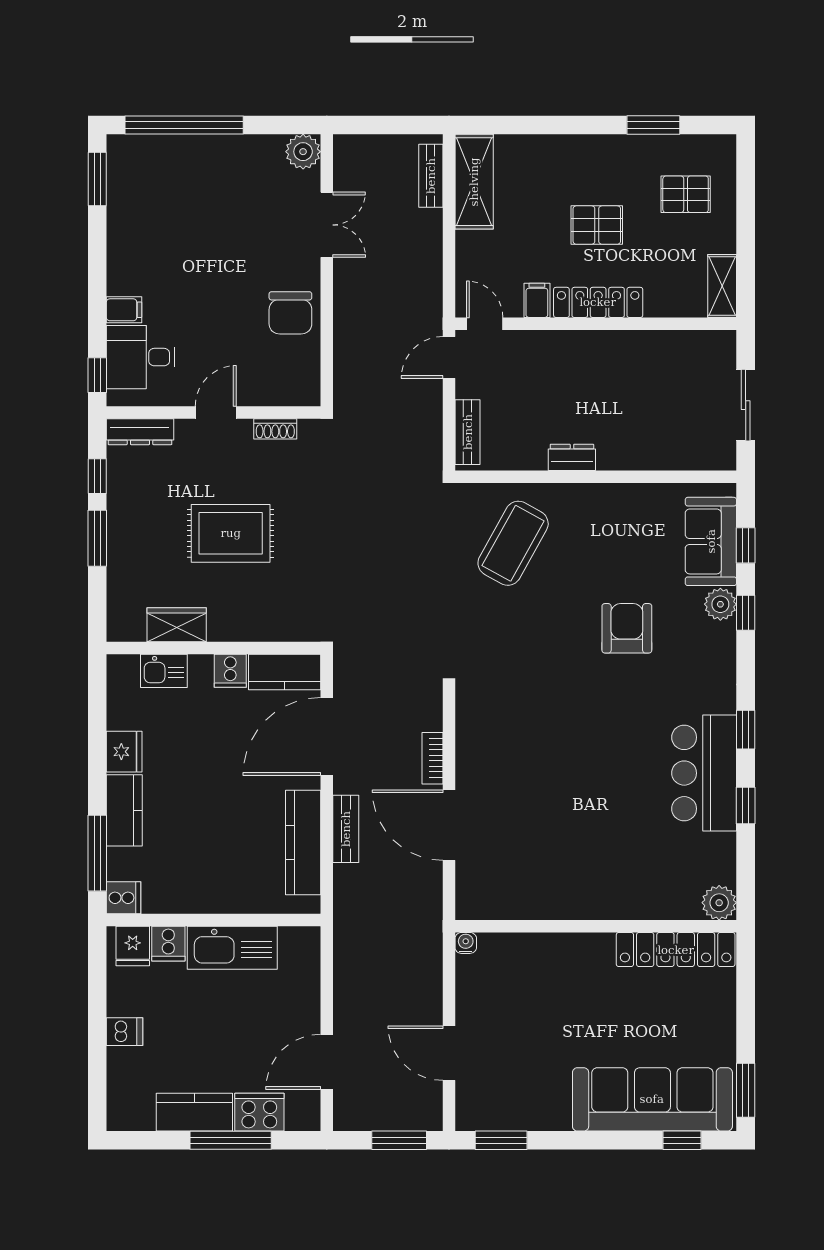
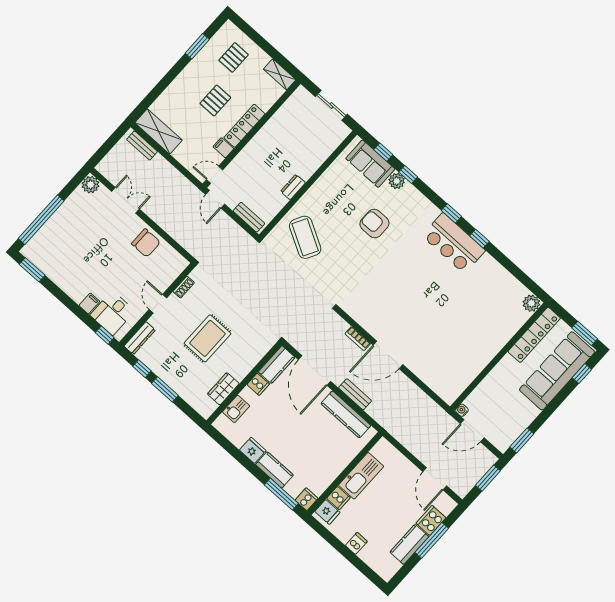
plant: (719, 903) -> (531, 303), moved
wall: (596, 926) -> (499, 357), moved
water cooler: (466, 943) -> (462, 410), moved
locker: (676, 950) -> (534, 335), moved

